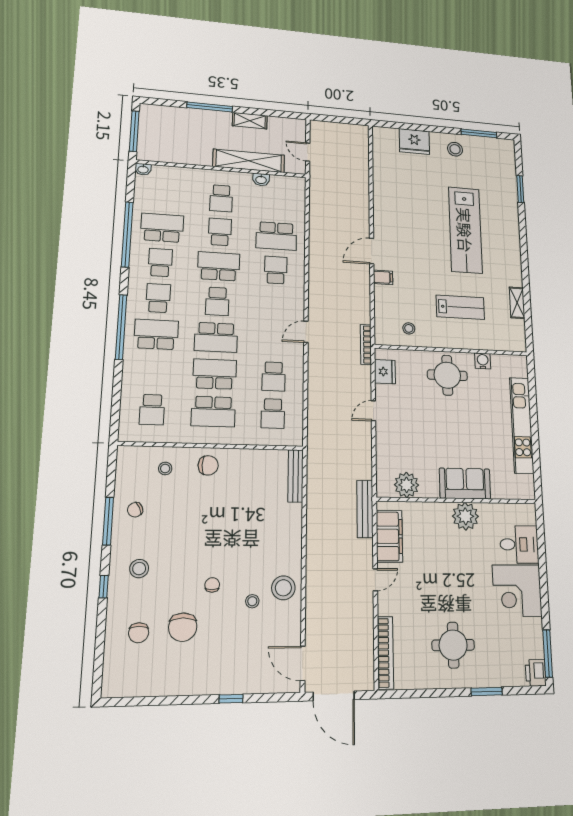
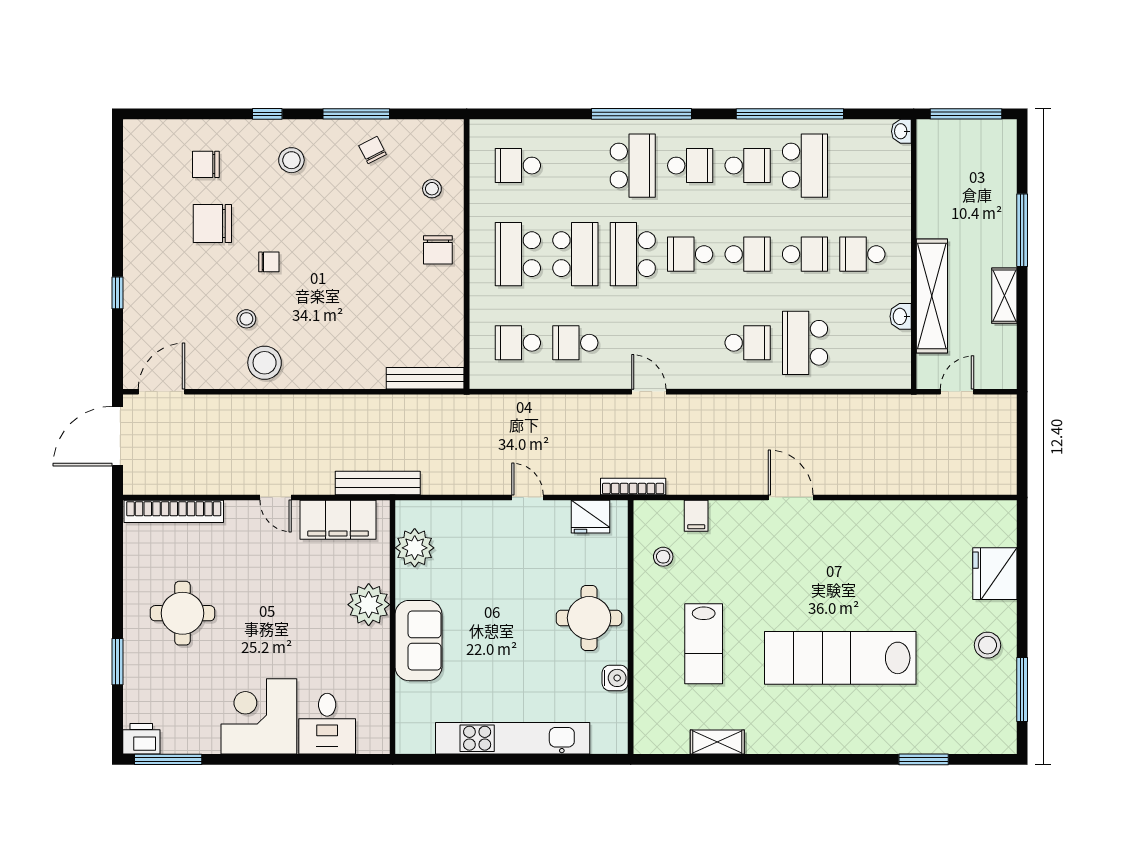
school desk: (219, 266) -> (748, 254), width x0.54
filing cabinet: (383, 277) -> (696, 516), moved
plant: (465, 516) -> (369, 605), moved

